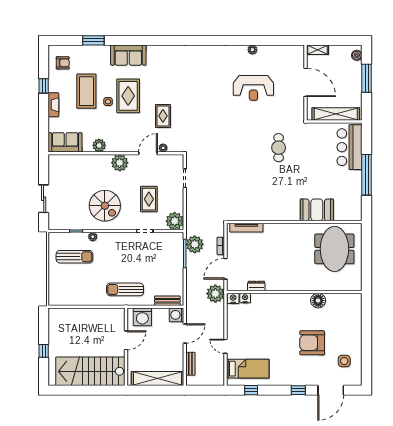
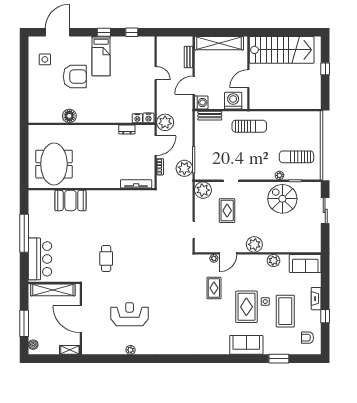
spiral stairs: (105, 206) -> (282, 199), moved
bed: (248, 369) -> (101, 56), moved, turned -90
window: (298, 390) -> (104, 32), moved

